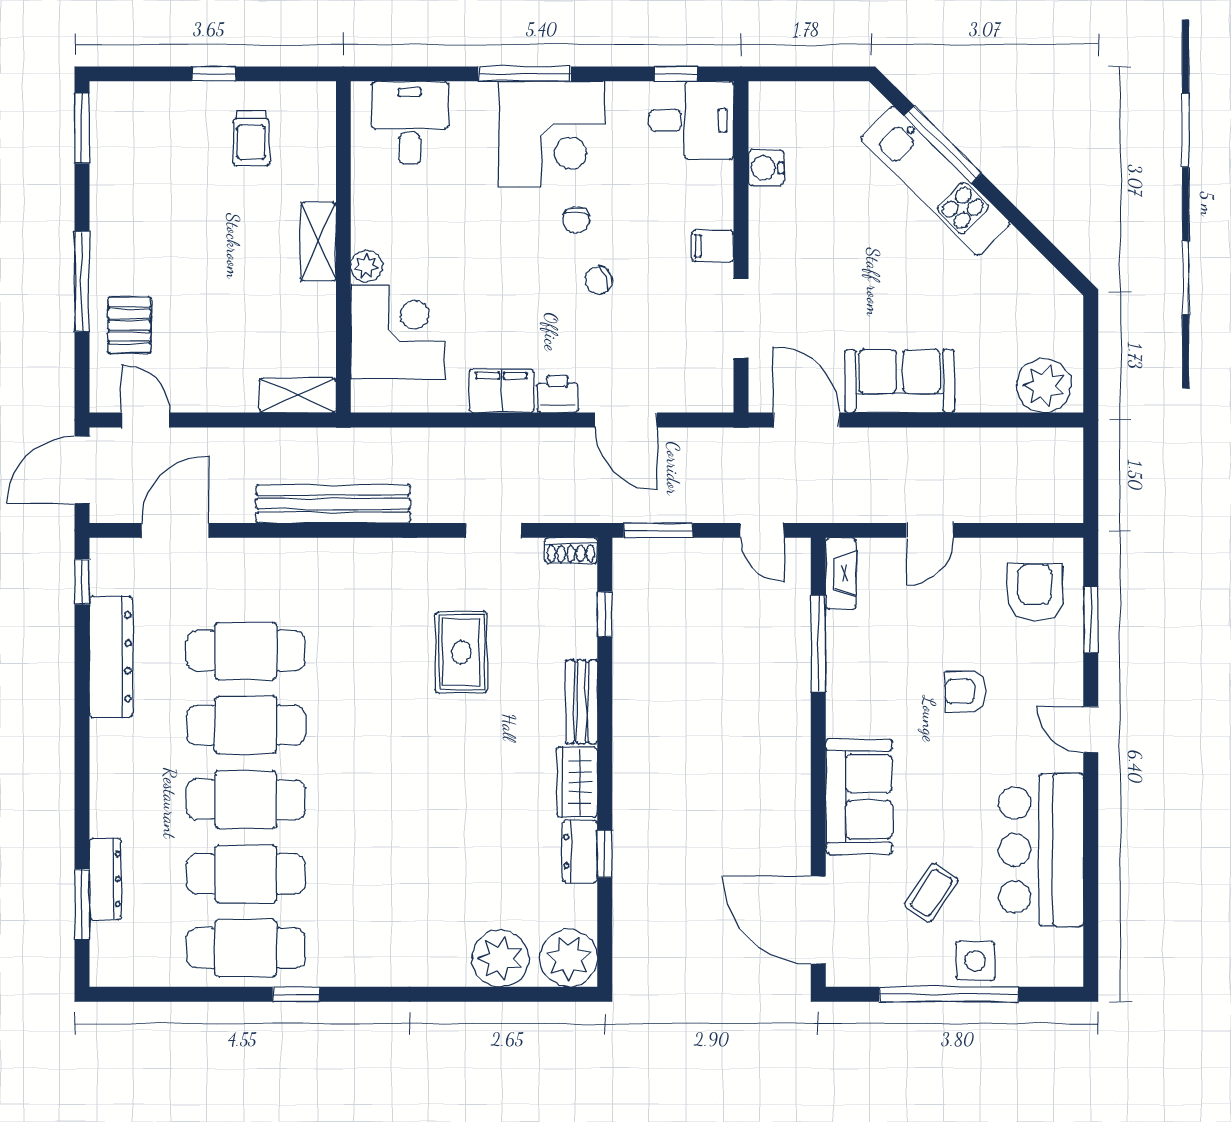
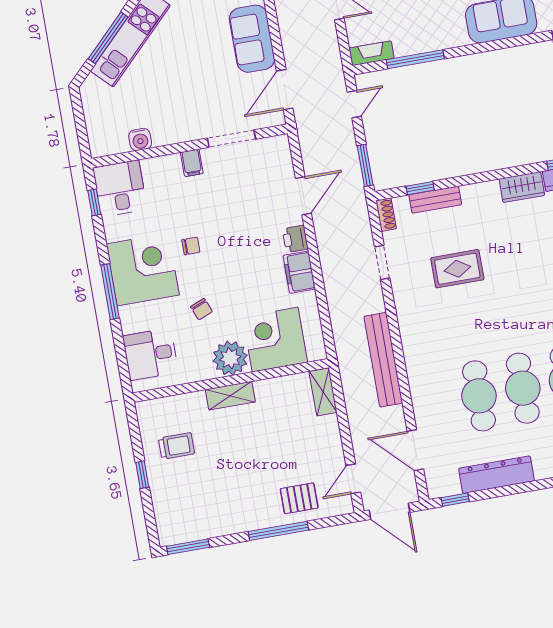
plant: (366, 266) -> (230, 358), width x1.87, depth x1.87
chair: (598, 280) -> (201, 309), moved
bench: (581, 702) -> (435, 200), moved

